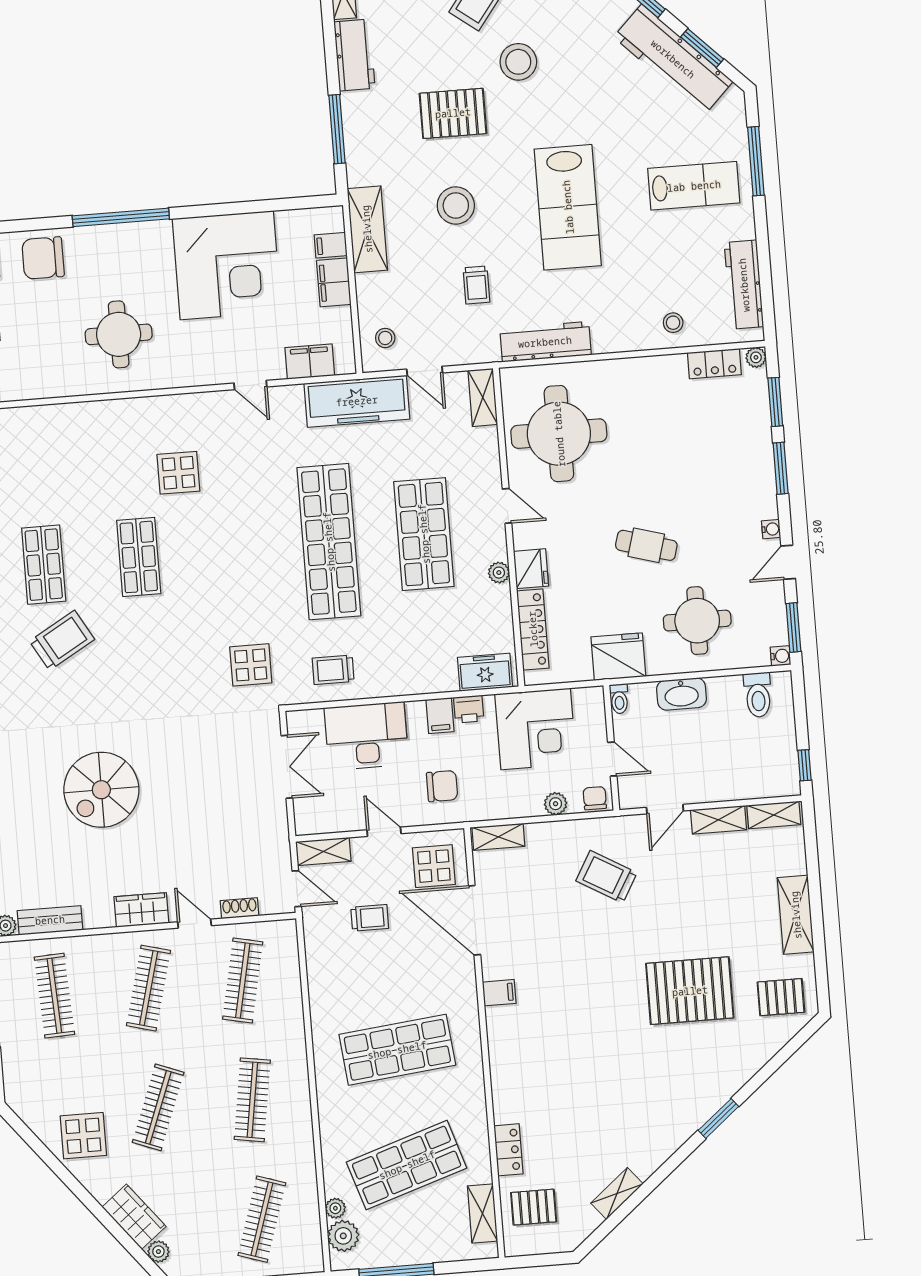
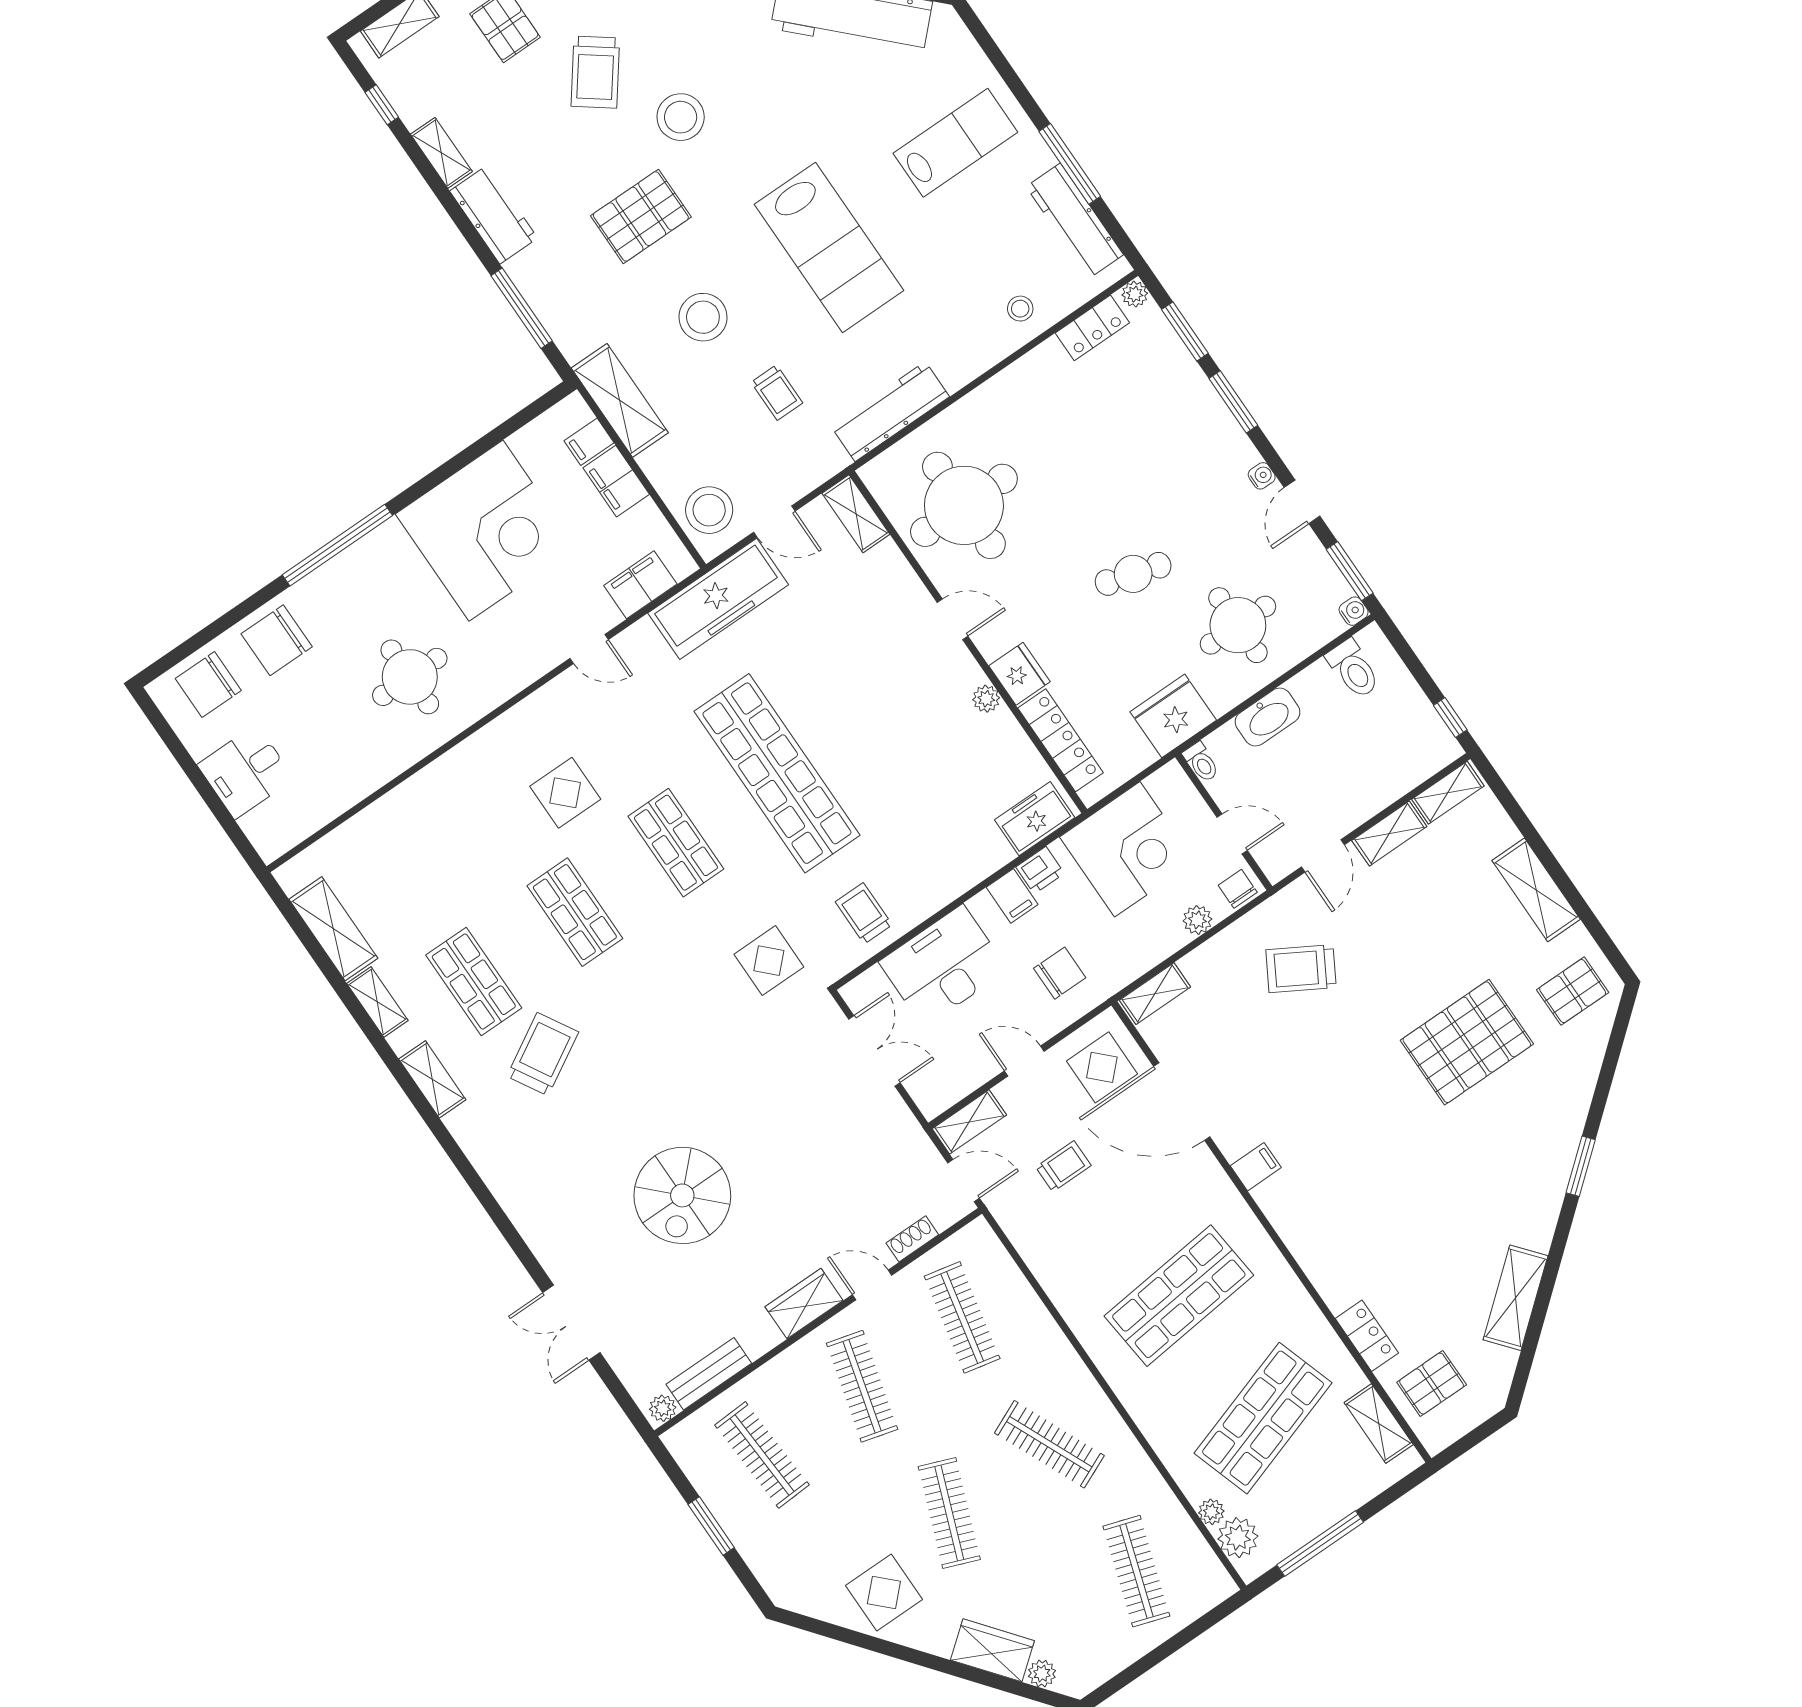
window: (756, 161) -> (1070, 164), moved
stool: (385, 338) -> (709, 510), width x1.89, depth x1.89
shop shelf: (424, 534) -> (676, 843), moved, width x0.70, depth x0.74
trolley: (333, 670) -> (864, 913), turned 90
clothes rail: (252, 1100) -> (1049, 1444), turned -33
shelving: (617, 1194) -> (1515, 1298), width x1.50, depth x1.33

